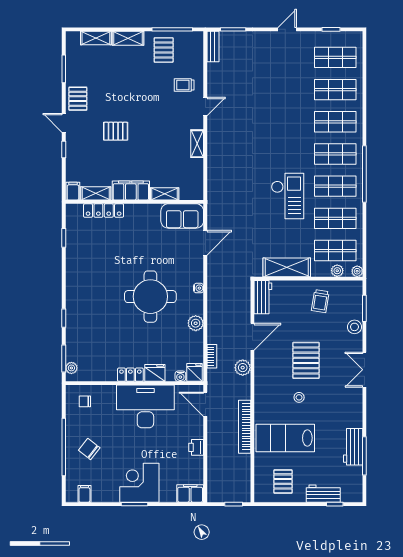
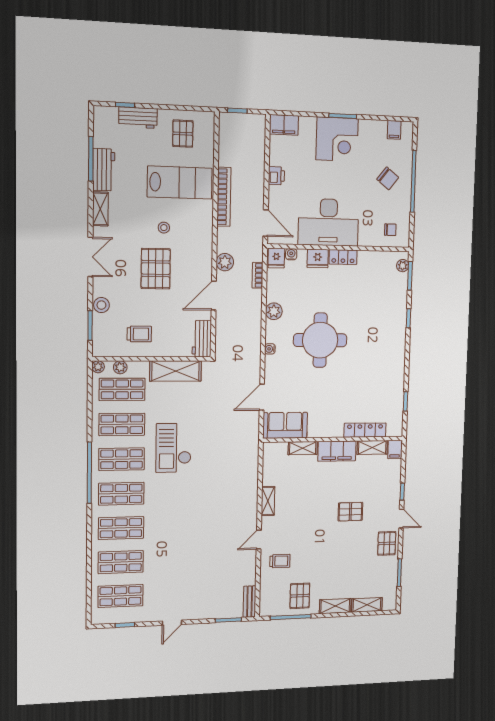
trolley: (320, 301) -> (139, 334), turned 81
shelving: (356, 412) -> (100, 209), added

